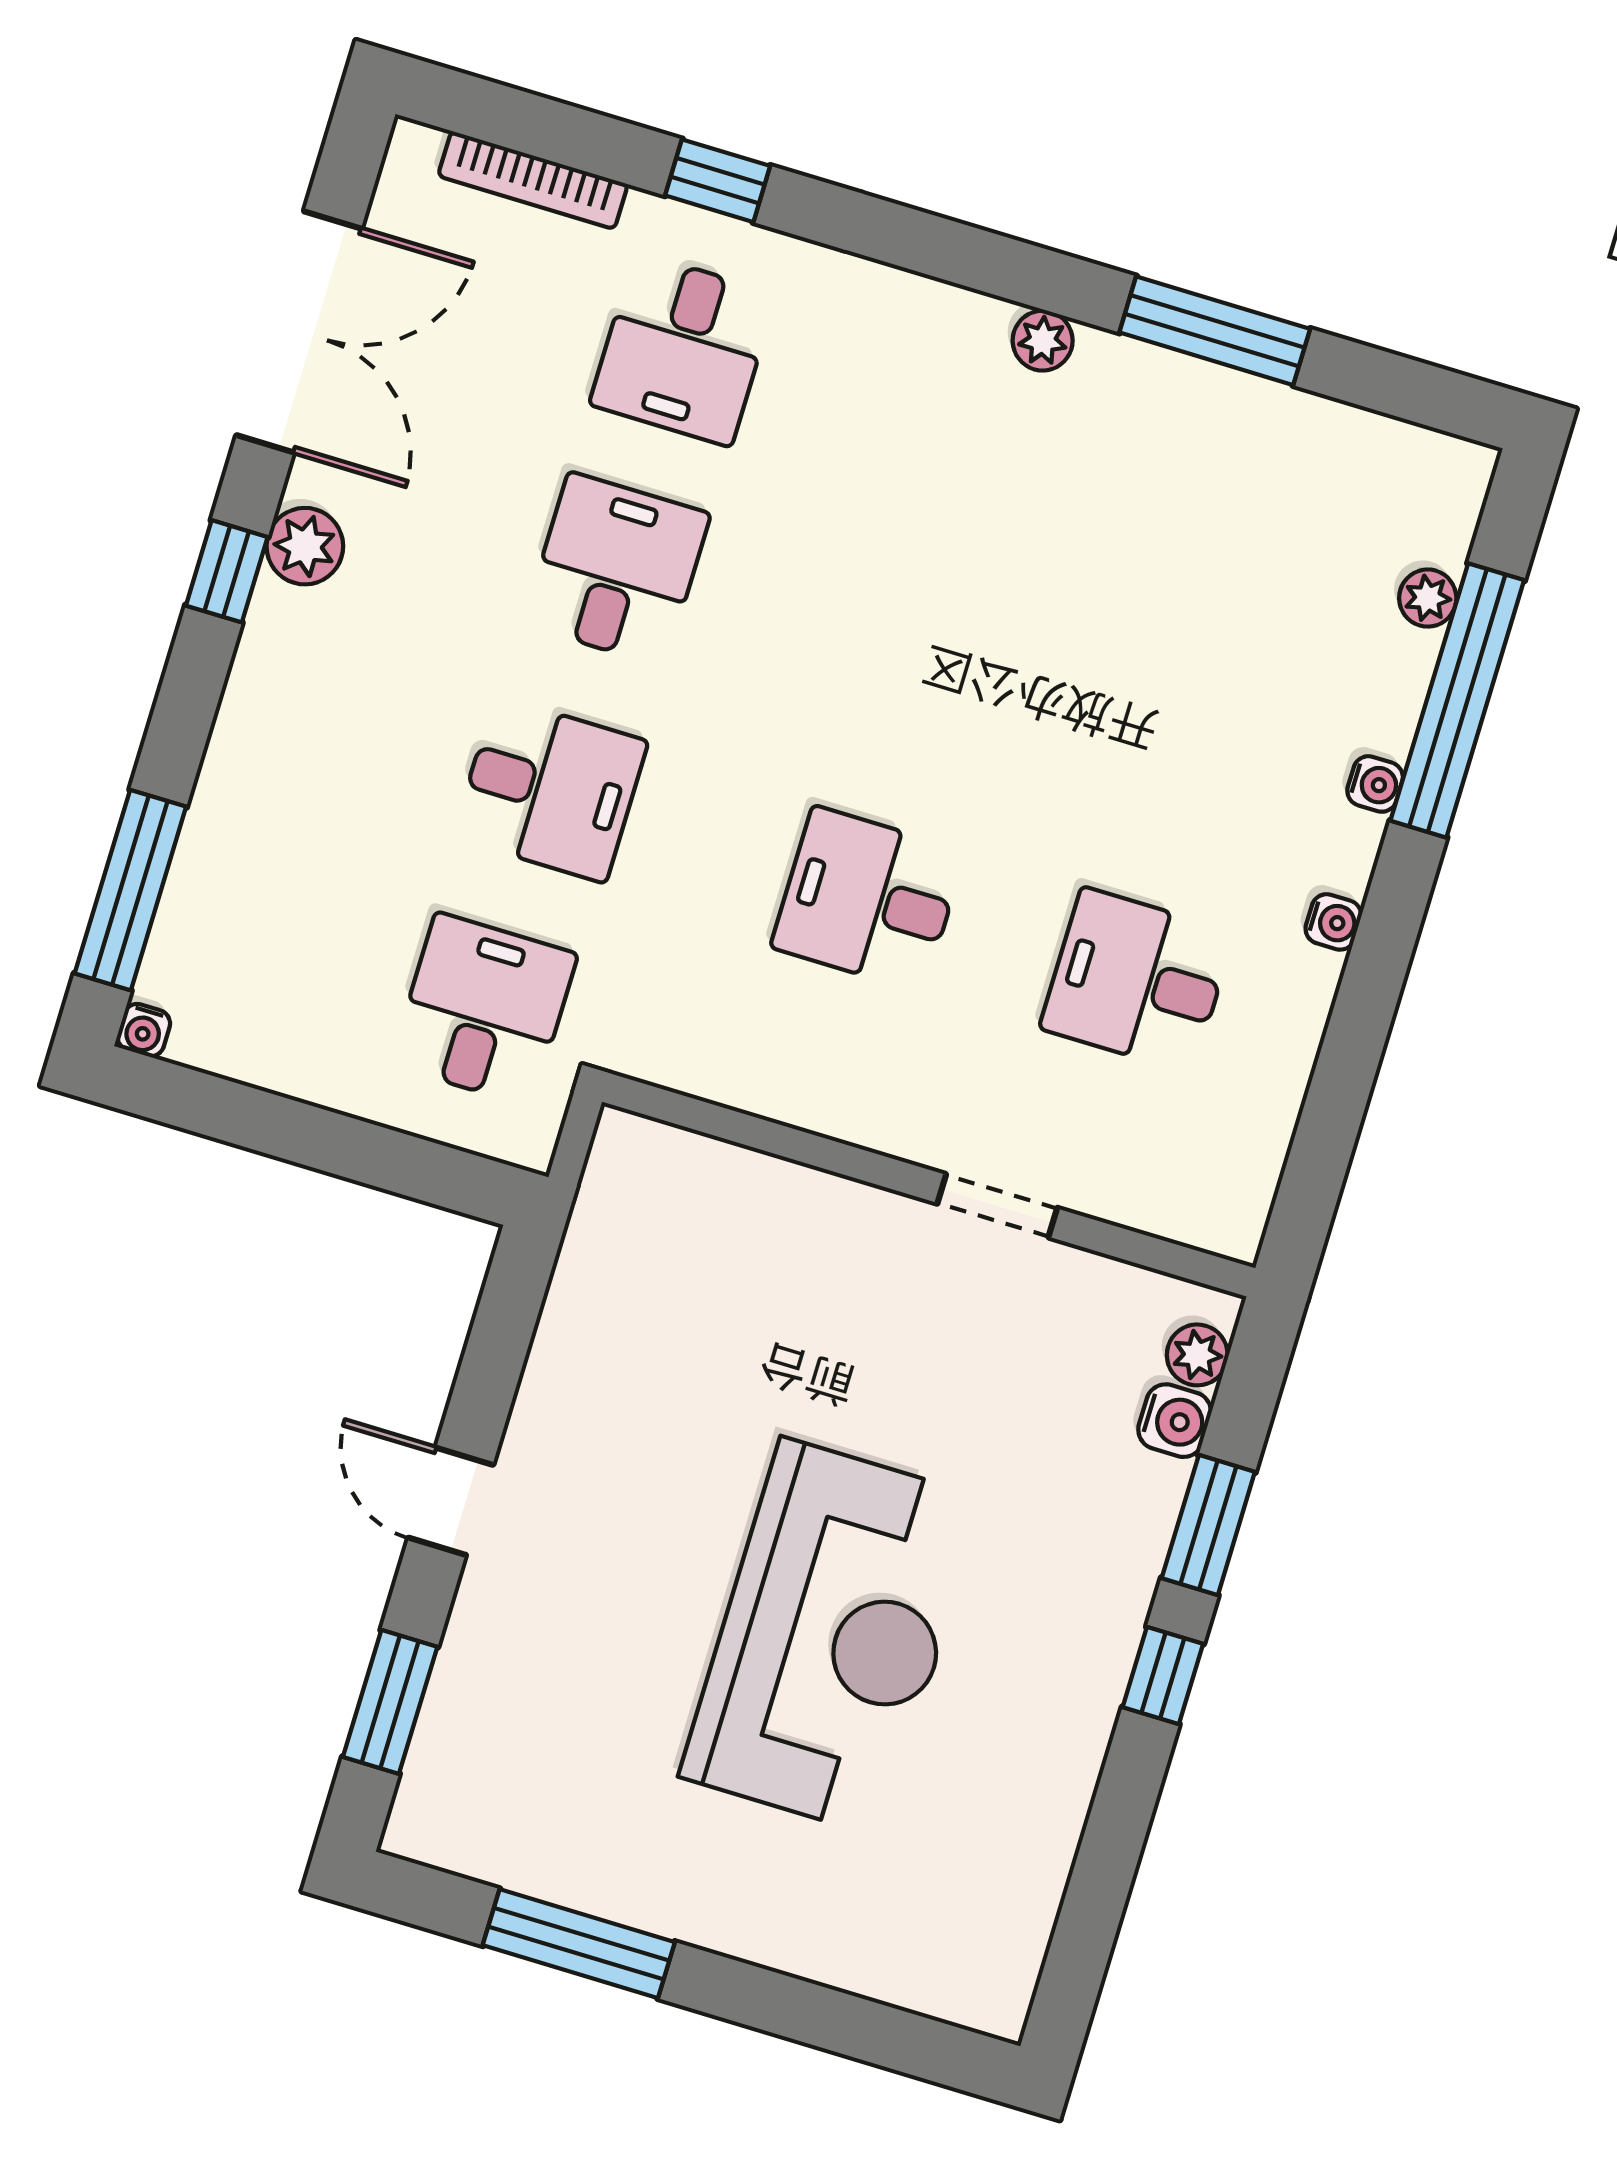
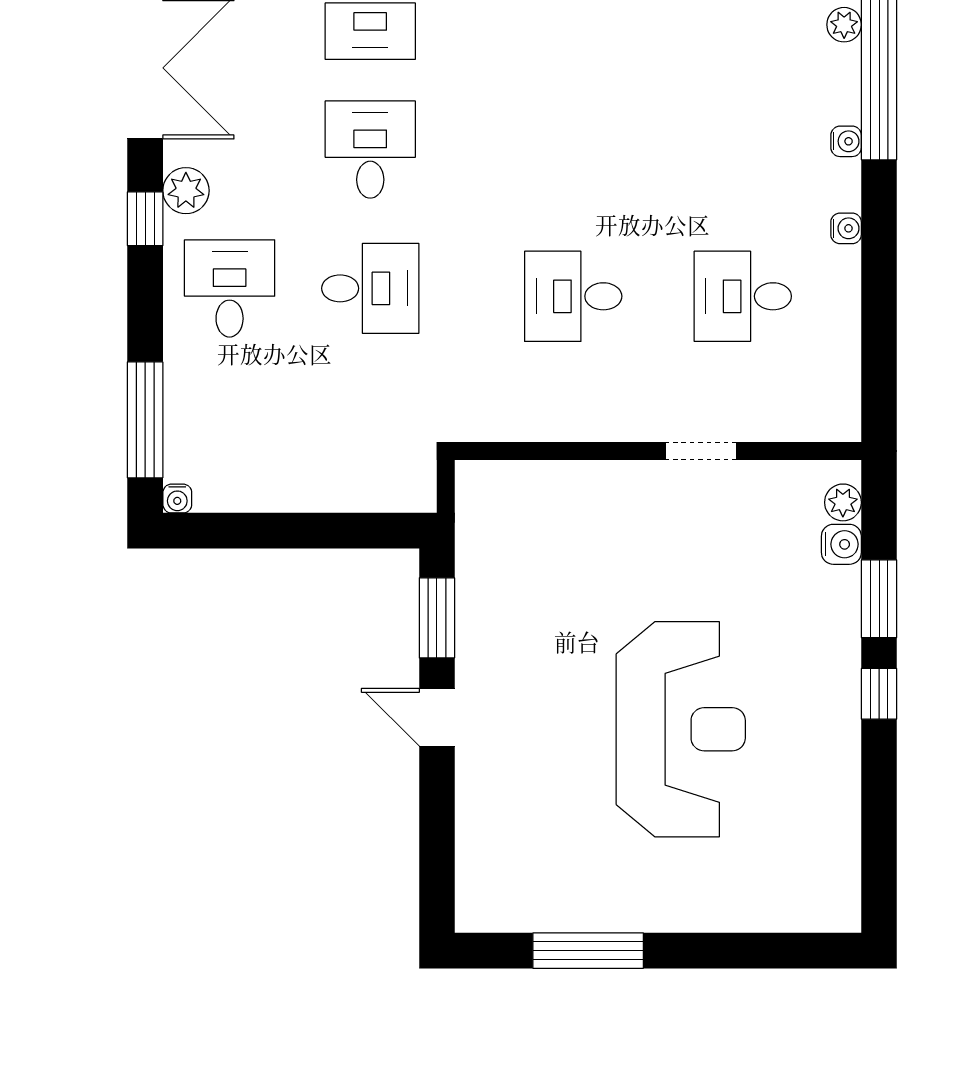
desk: (484, 1009) -> (230, 288), moved
window: (390, 1702) -> (437, 618), moved

